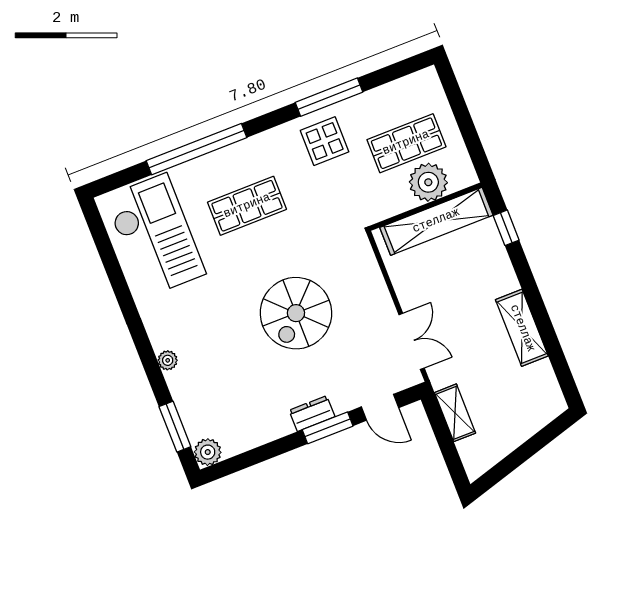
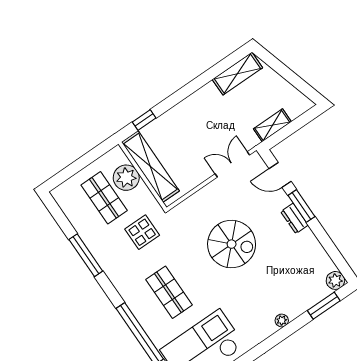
display table: (325, 141) -> (142, 232), moved
shelving: (522, 328) -> (237, 74), moved
door: (380, 407) -> (280, 175), swing flipped

